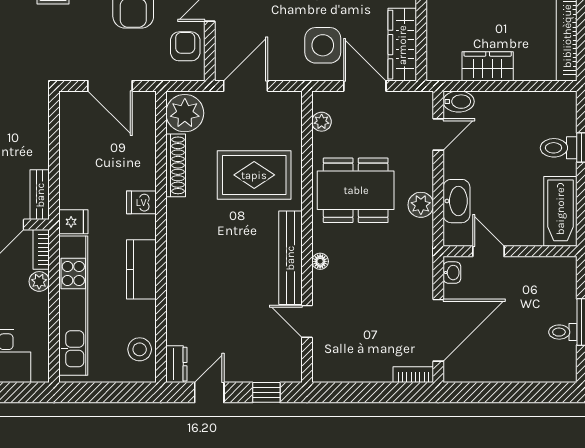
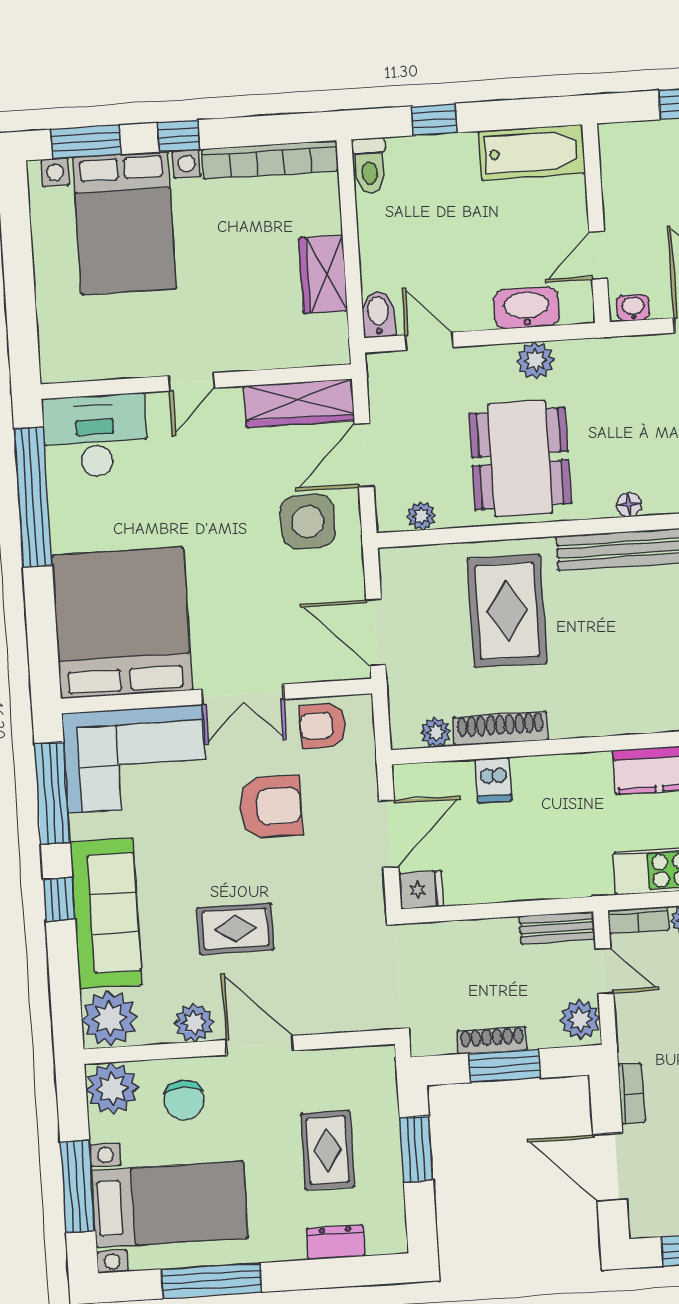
plant: (185, 113) -> (436, 732), width x0.53, depth x0.53
toilet: (559, 148) -> (369, 165), moved
dishwasher: (141, 202) -> (493, 780), moved
fridge: (73, 222) -> (421, 890), moved, turned 90

